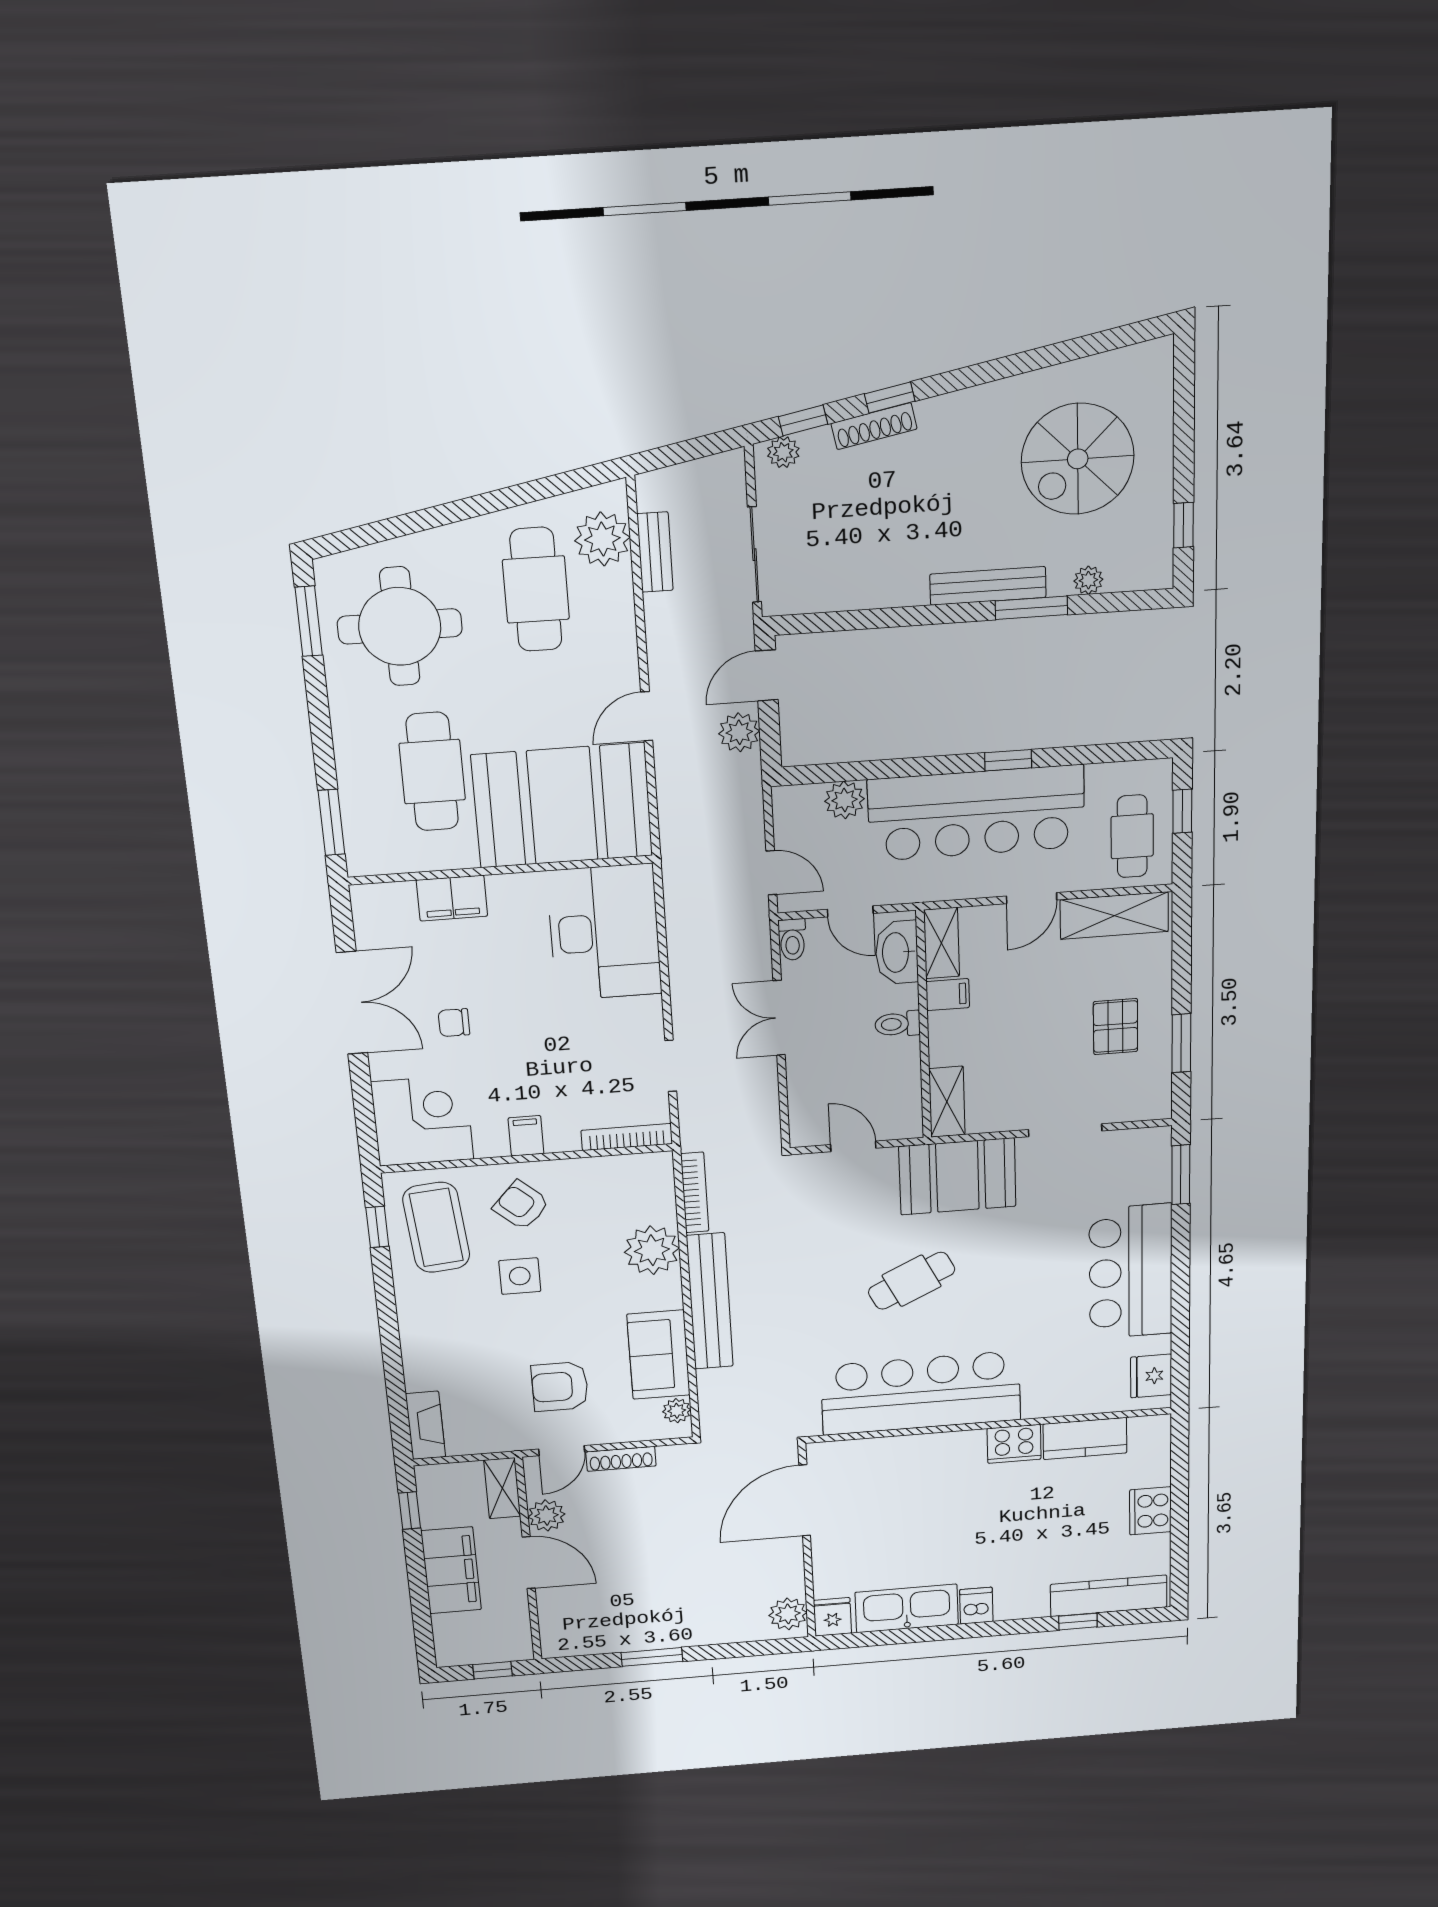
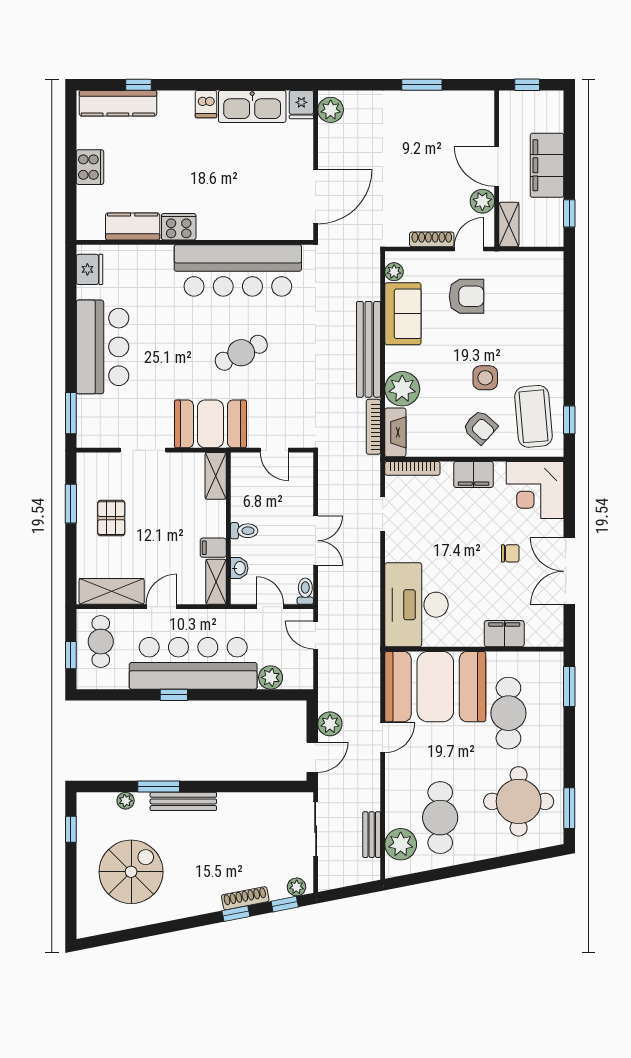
washbasin: (897, 952) -> (239, 568), width x0.52, depth x0.69
filing cabinet: (526, 1136) -> (473, 474), width x2.00
fireplace: (425, 1425) -> (395, 432), moved, turned 180

